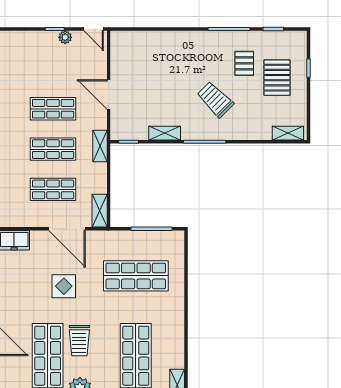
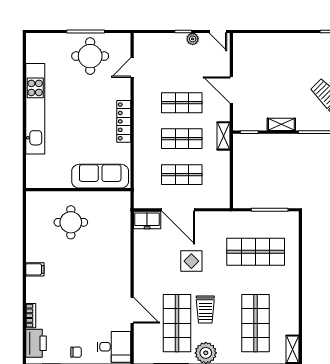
shelving: (100, 211) -> (223, 194), removed
door: (67, 229) -> (178, 210), moved

